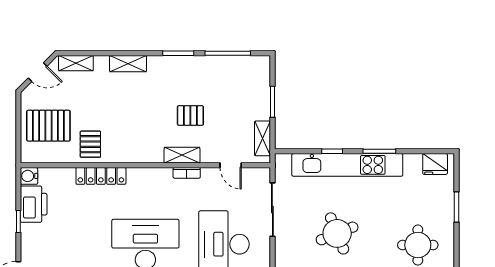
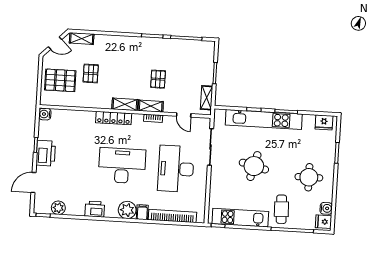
shelving: (128, 64) -> (125, 104), moved
pallet: (190, 115) -> (158, 79), turned 90
pallet: (90, 144) -> (91, 73), moved
locker: (101, 176) -> (114, 118), moved
printer: (34, 204) -> (46, 153), moved
round table: (337, 233) -> (254, 166), turned 36

